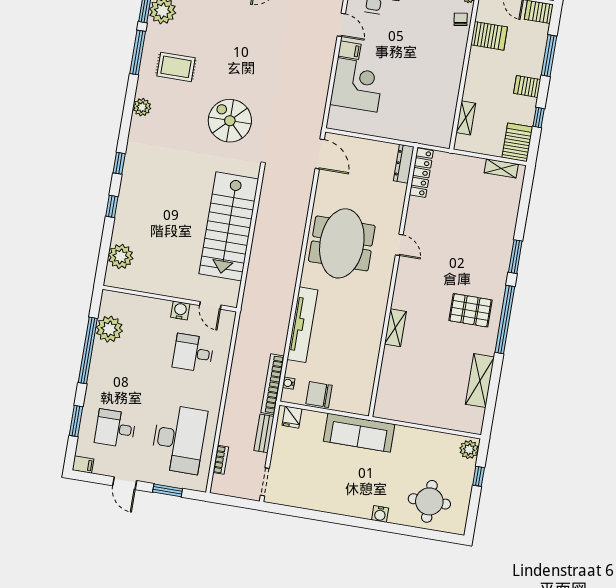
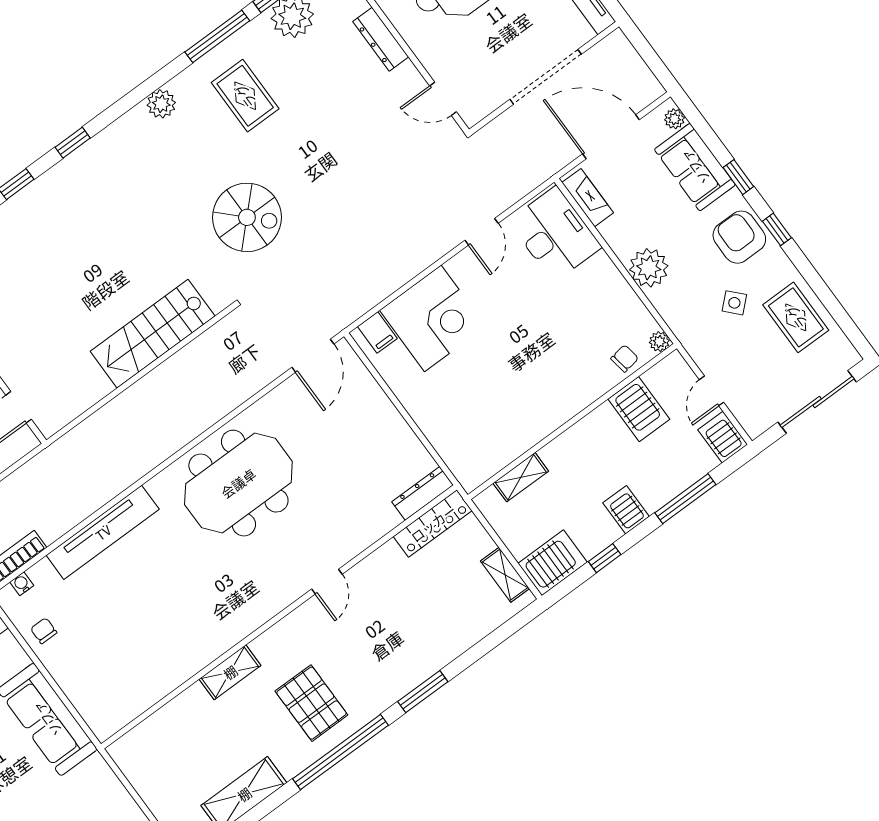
filing cabinet: (349, 50) -> (377, 332), moved
spiral stairs: (230, 121) -> (247, 217), turned 90
dresser: (404, 164) -> (423, 493), moved
locker: (421, 173) -> (433, 523), moved
stairs: (229, 226) -> (153, 334), width x0.73, depth x0.66
door: (399, 245) -> (327, 582), moved
wall: (393, 282) -> (279, 617), moved
shelving: (395, 328) -> (230, 672), moved
chair: (319, 395) -> (44, 631), width x0.54, depth x0.54

